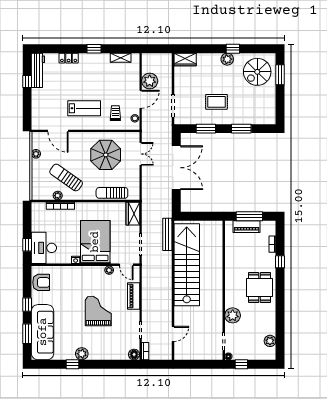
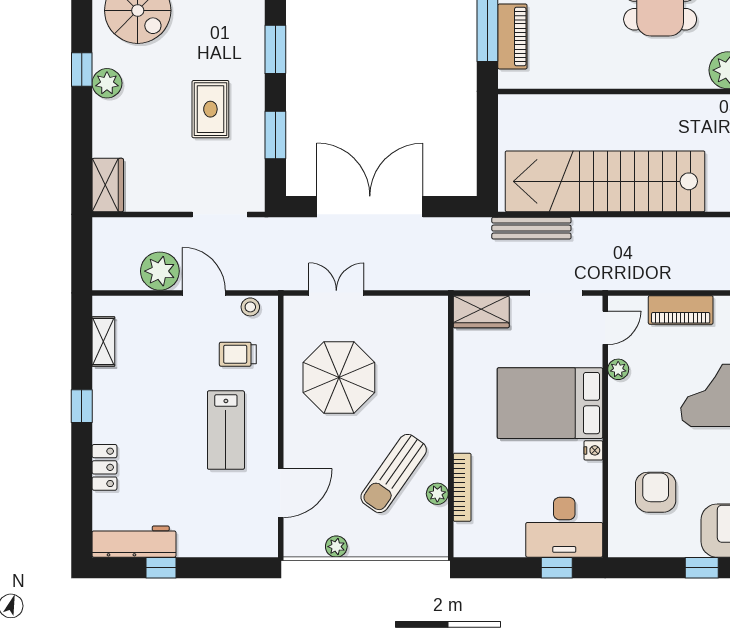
lab bench: (84, 108) -> (226, 430), turned 180
sun lounger: (112, 193) -> (431, 362), removed
armchair: (41, 282) -> (656, 492), moved

